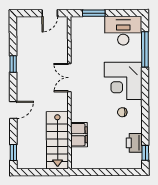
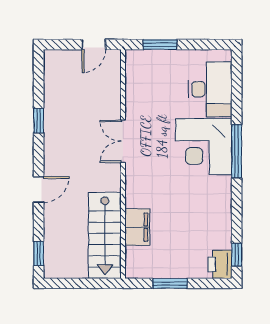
desk: (123, 31) -> (210, 89), moved, turned 90
window: (145, 49) -> (237, 151), moved
chair: (122, 112) -> (202, 194), removed
printer: (134, 143) -> (220, 264), moved
window: (101, 172) -> (170, 283), added

